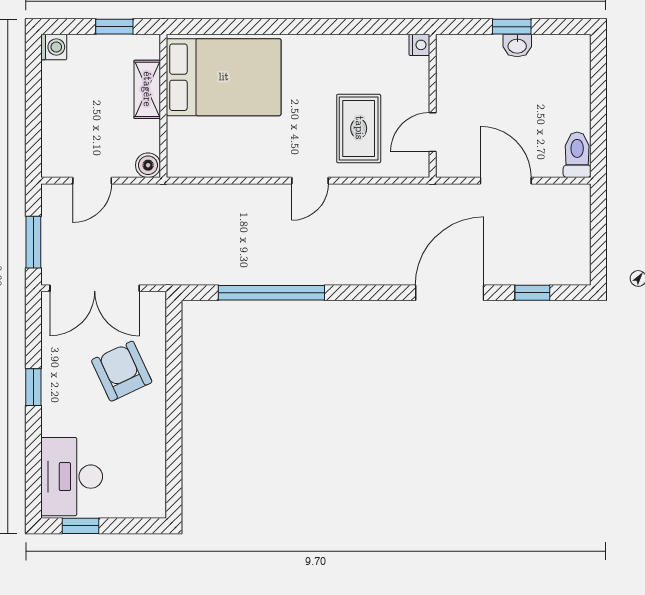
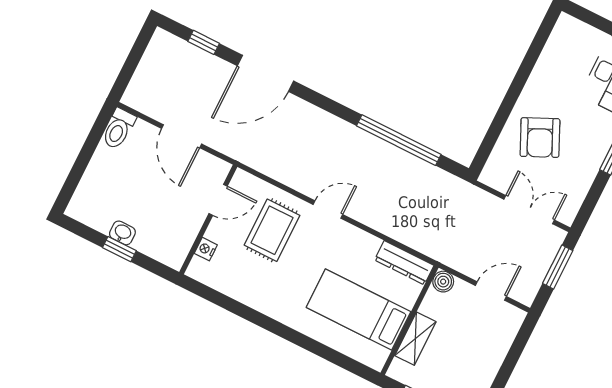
nightstand: (419, 45) -> (206, 249), moved
bed: (224, 77) -> (359, 309), width x0.67
dresser: (200, 165) -> (404, 263), added
double door: (95, 288) -> (529, 210), width x0.73

